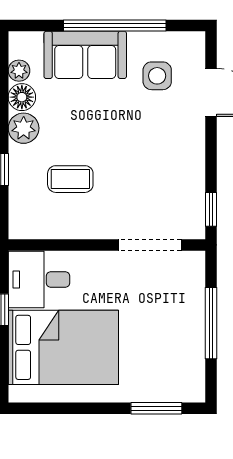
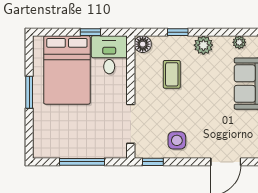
side table: (157, 76) -> (177, 140), moved
floor lamp: (22, 97) -> (143, 44), moved
window: (156, 408) -> (29, 92), moved

